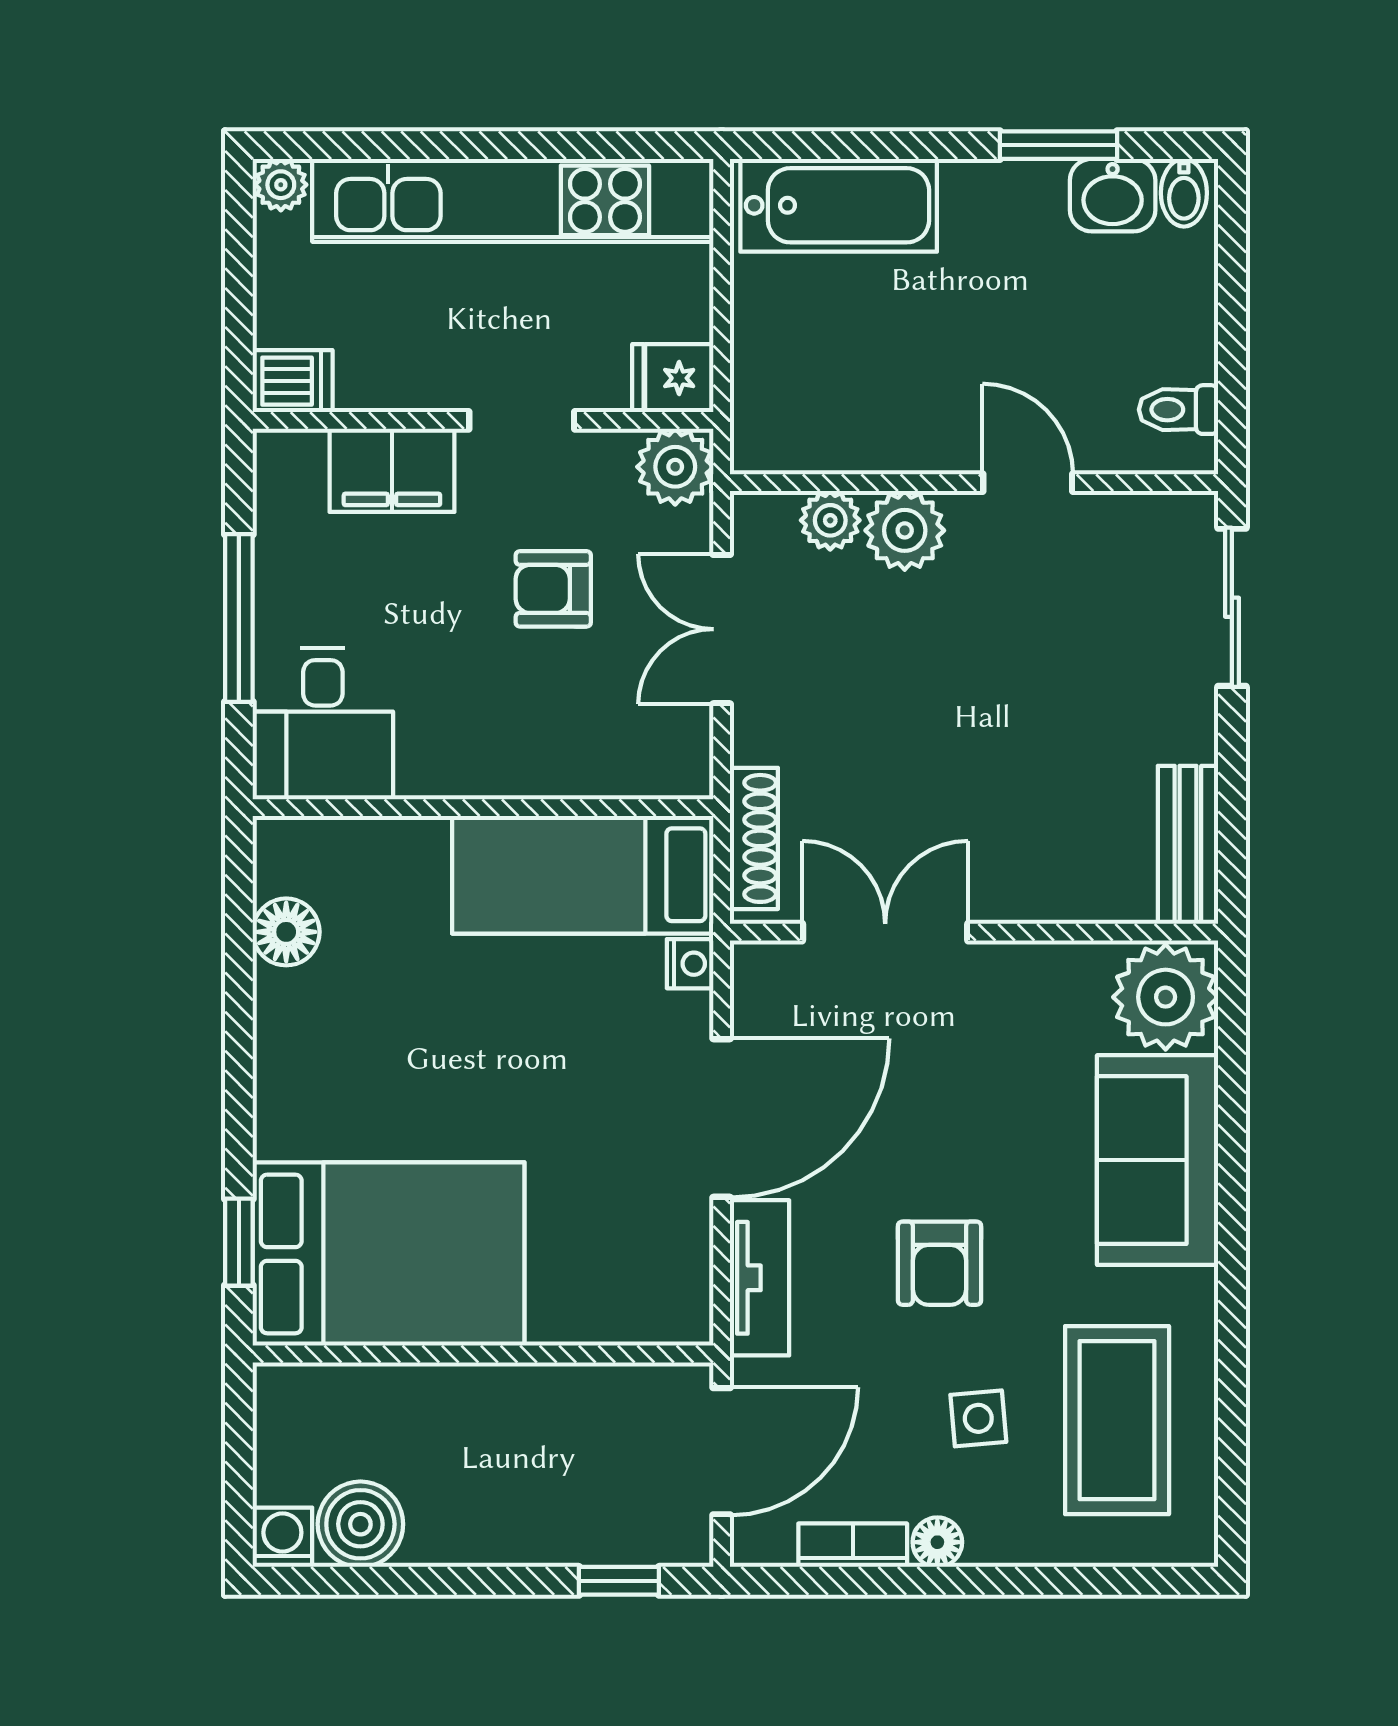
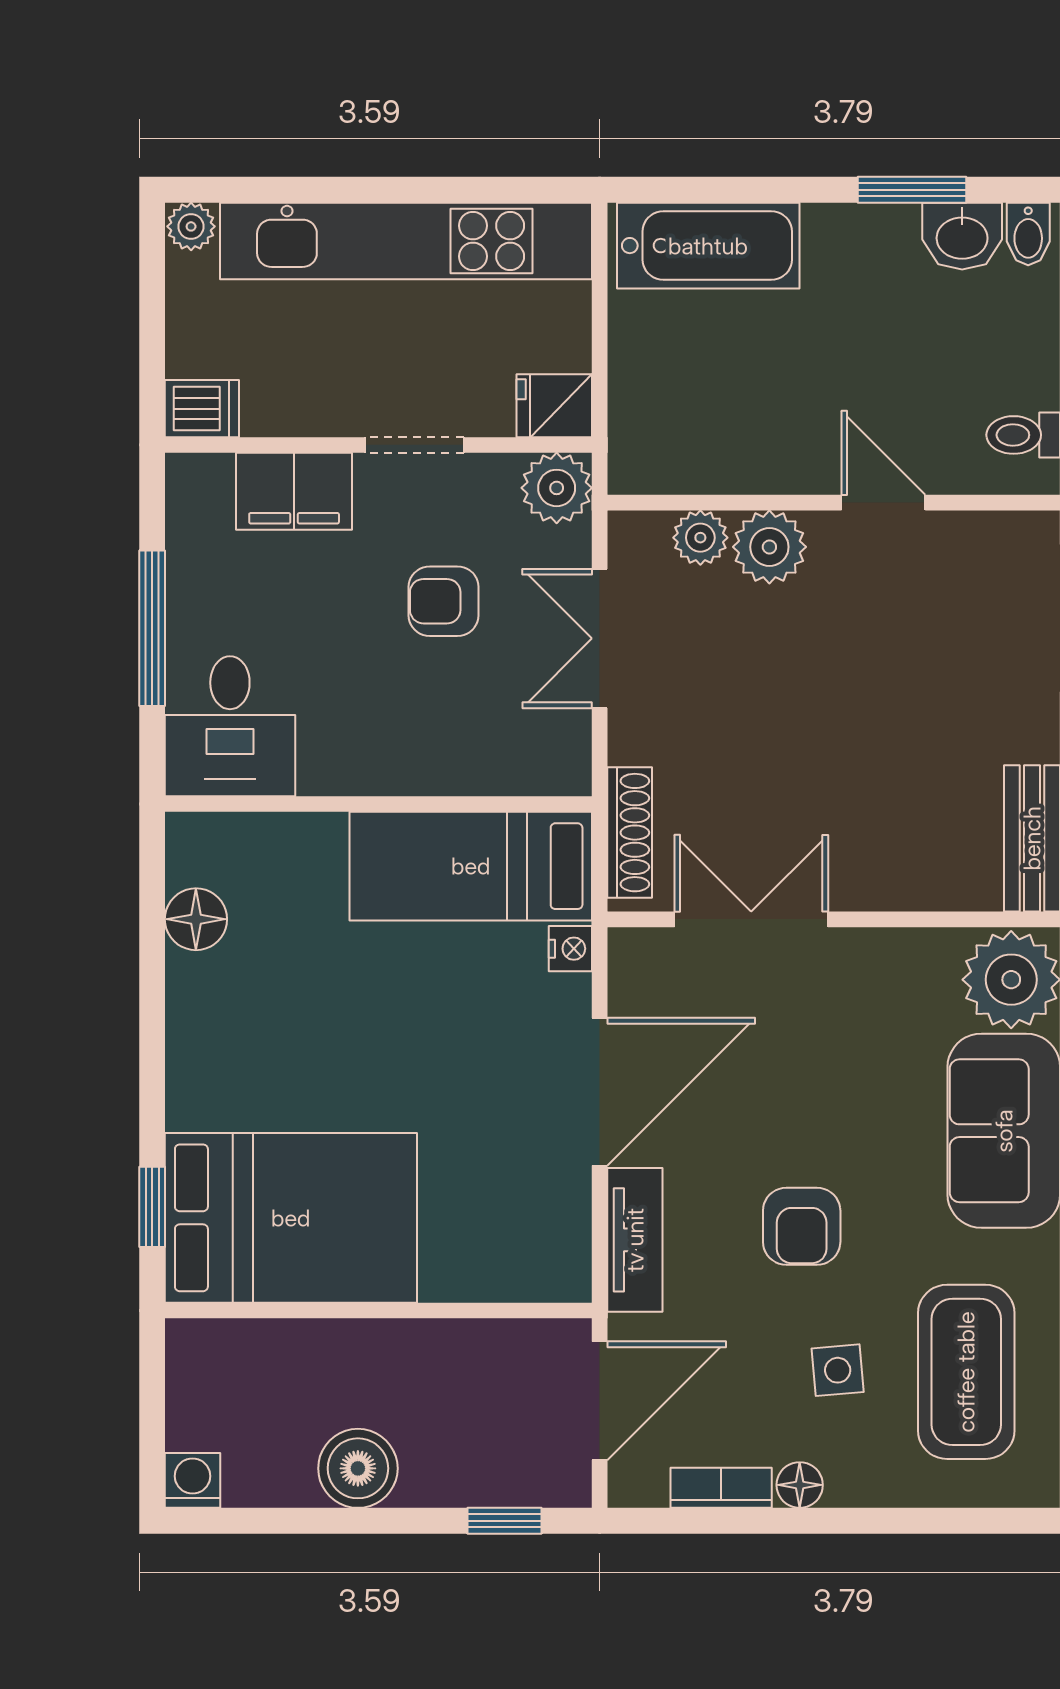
boiler: (360, 1524) -> (358, 1468), moved

